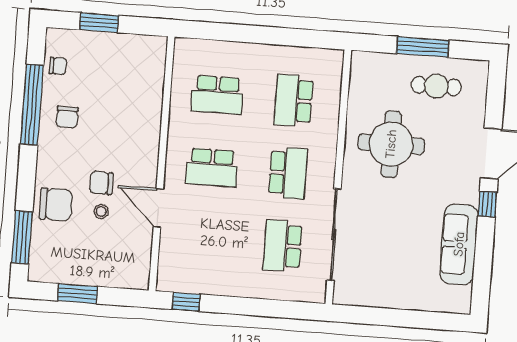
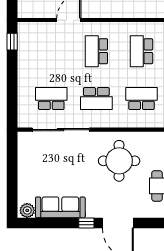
plant: (460, 298) -> (27, 210), added

